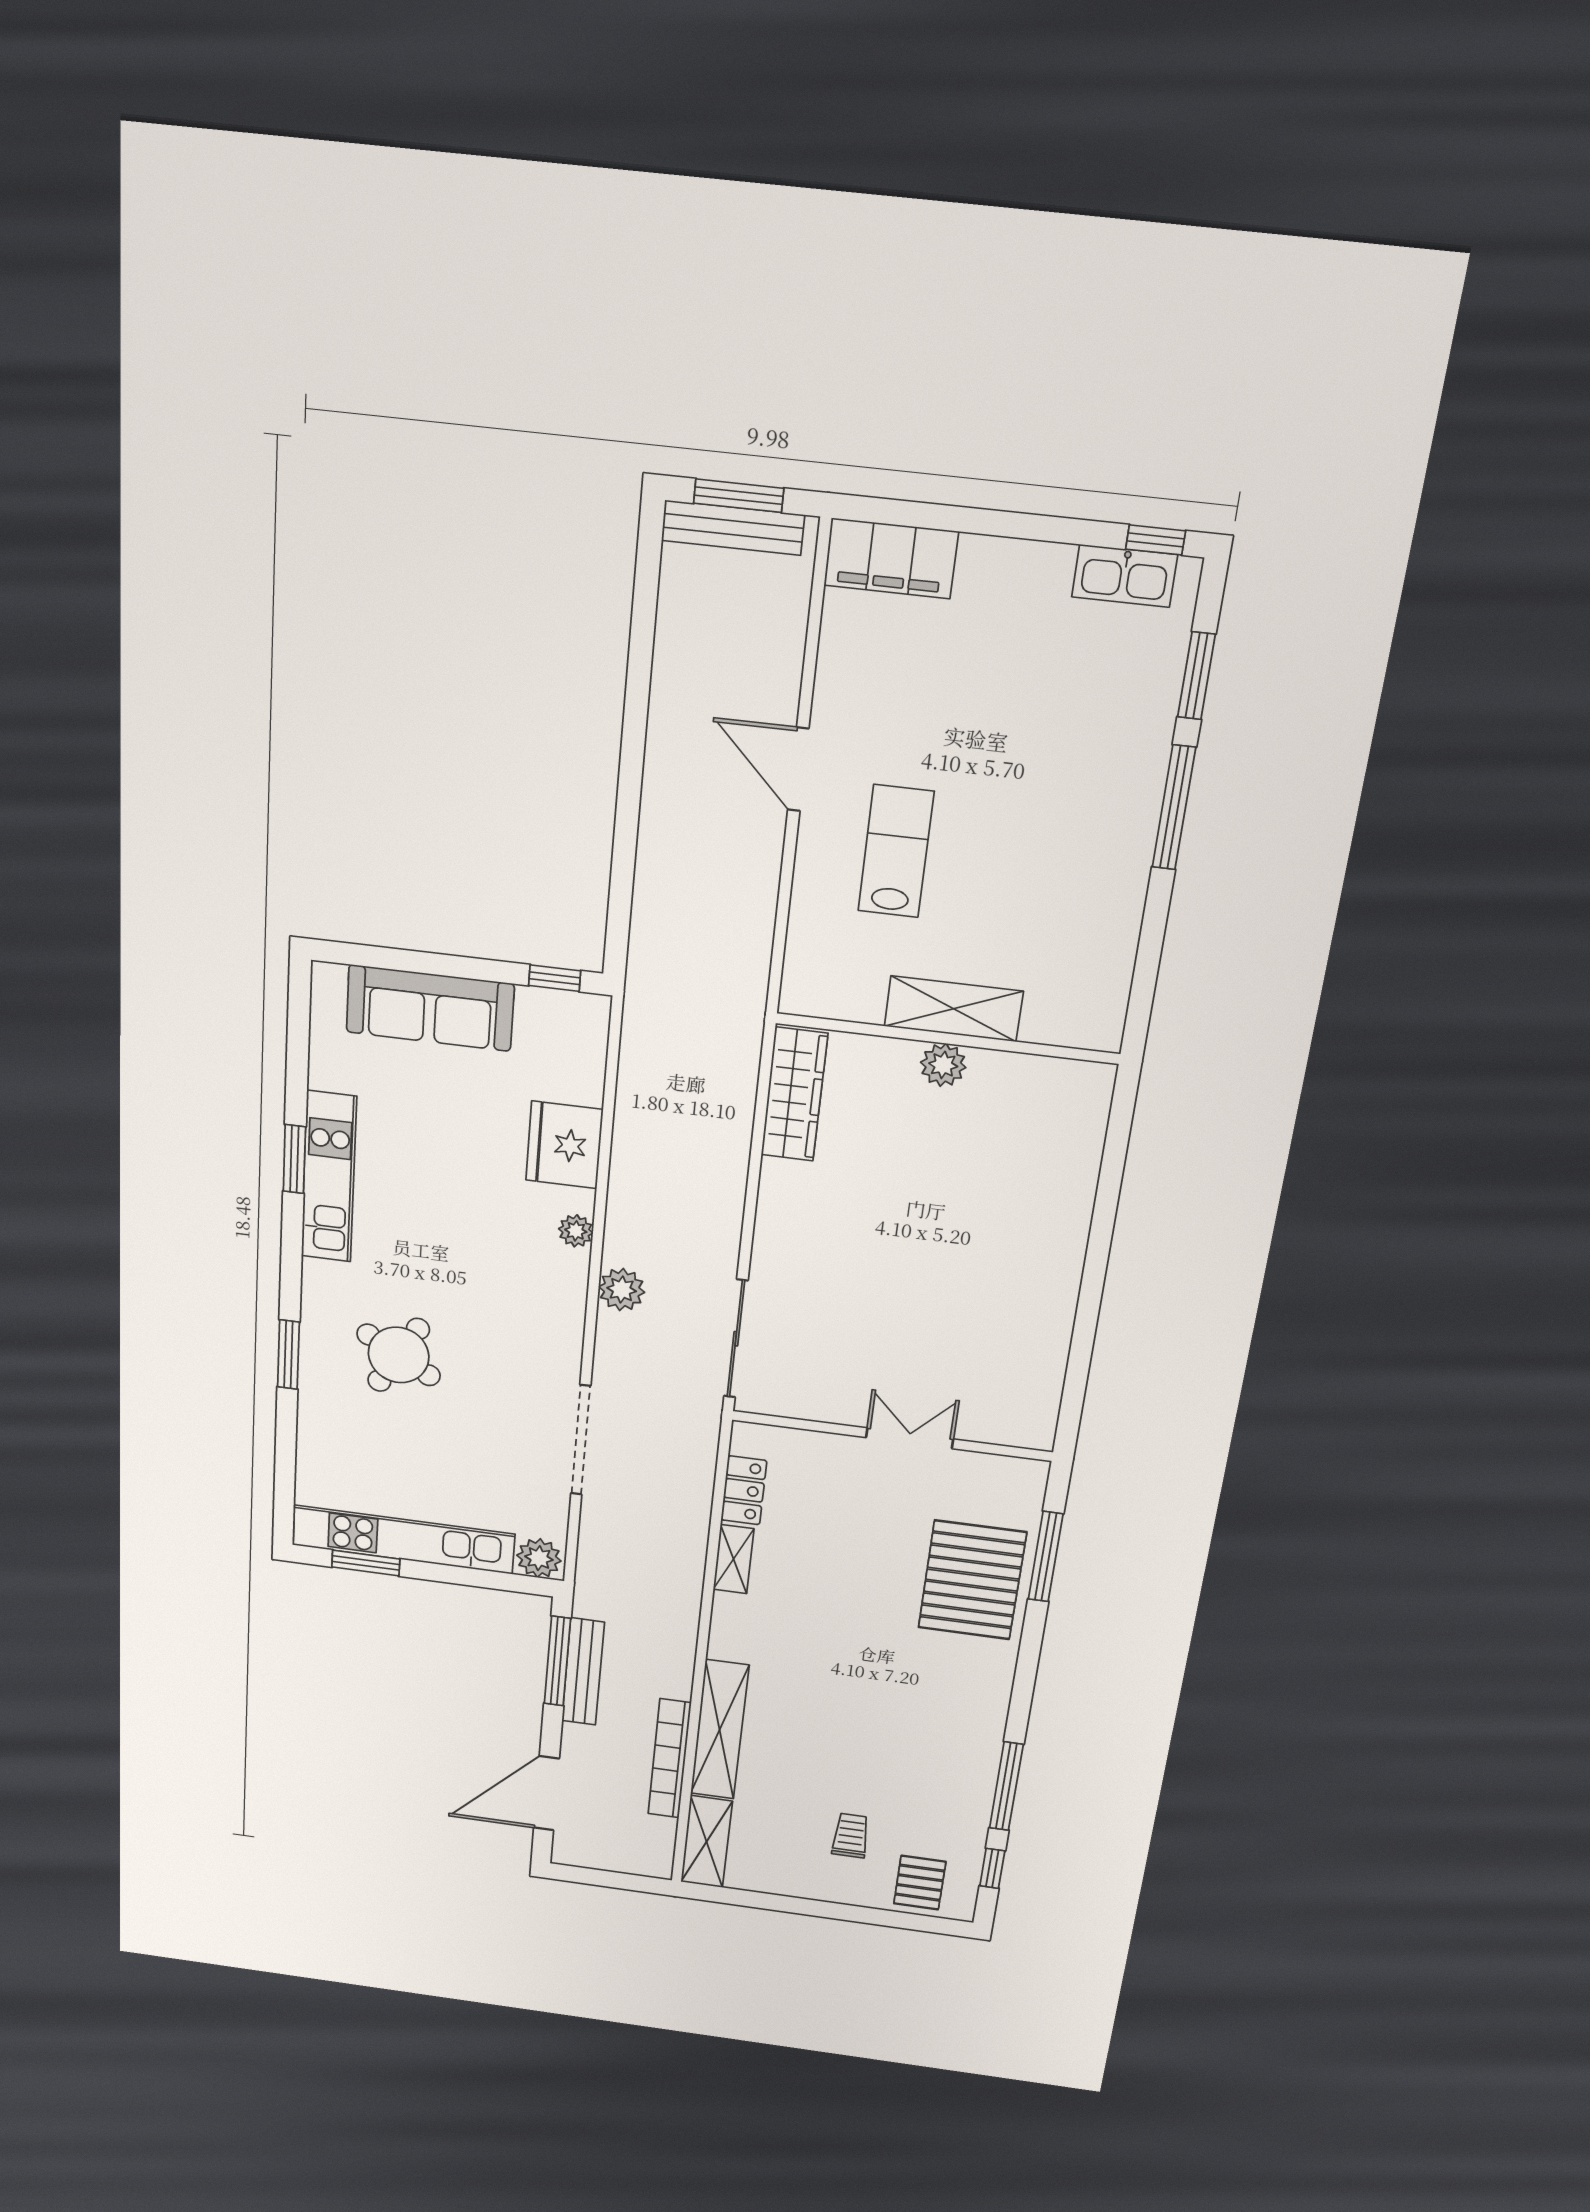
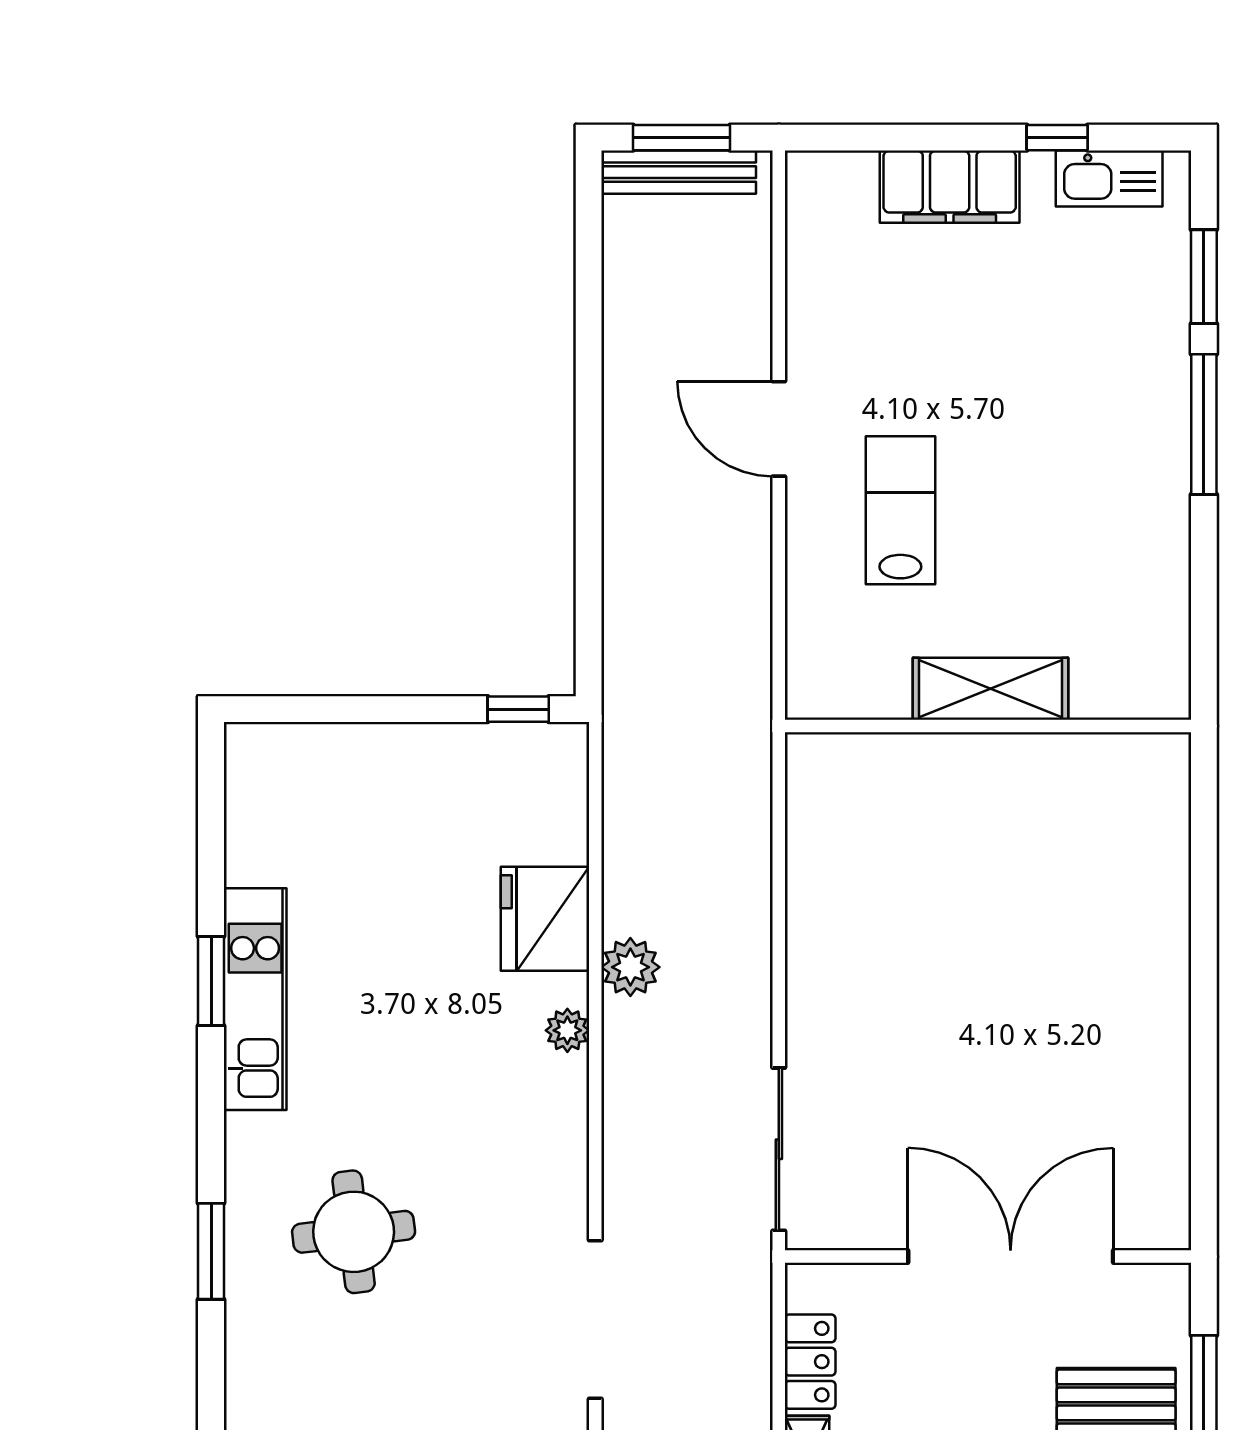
window: (1155, 540) -> (1057, 138), moved
filing cabinet: (891, 558) -> (950, 187), moved
sofa: (430, 1008) -> (371, 765), removed
plant: (943, 1065) -> (988, 759), removed
wardrobe: (794, 1094) -> (817, 818), removed
plant: (622, 1290) -> (630, 967), moved
round table: (399, 1355) -> (354, 1232), turned -37
double door: (910, 1438) -> (1011, 1257), width x1.87

